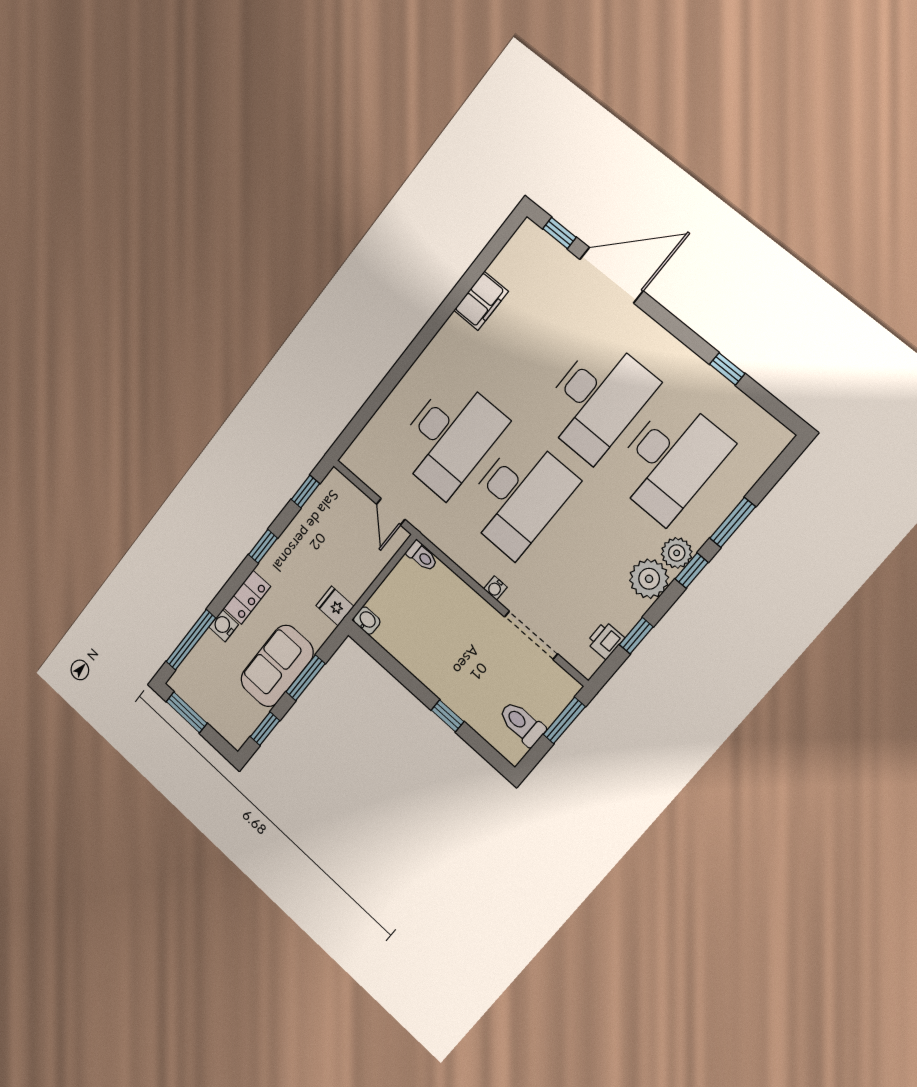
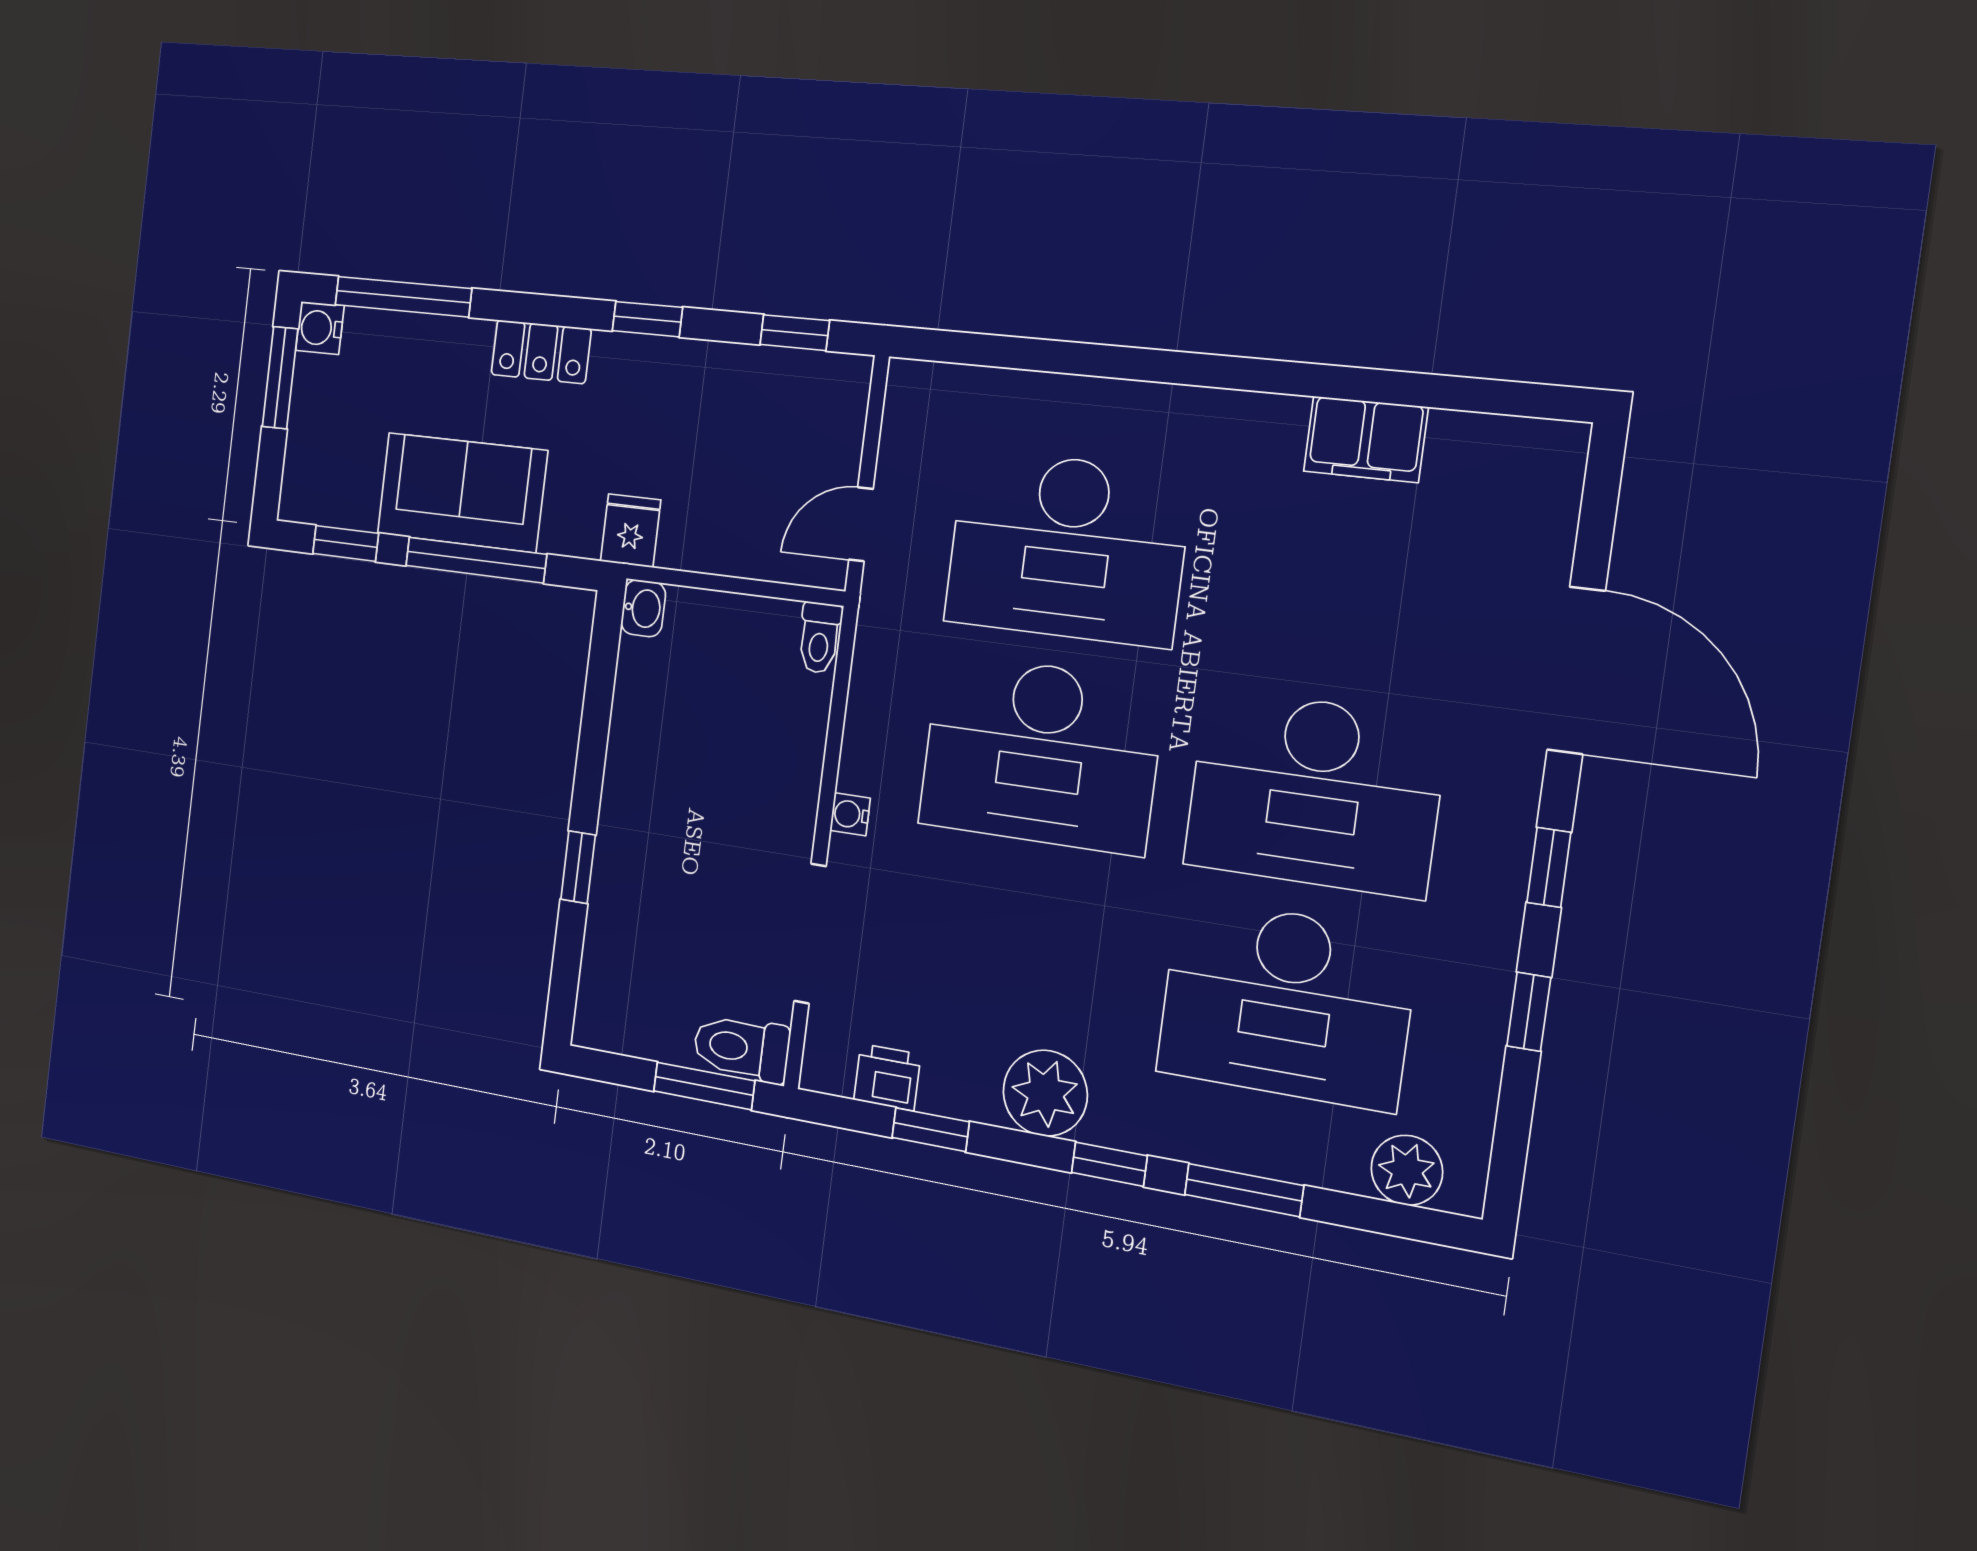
window: (559, 233) -> (1549, 867), moved
plant: (677, 553) -> (1407, 1170), moved
water cooler: (224, 626) -> (320, 328), moved, turned -90
window: (306, 678) -> (476, 560), width x1.44
toilet: (522, 723) -> (741, 1048), moved, turned -90

